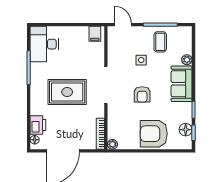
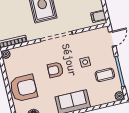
plant: (187, 60) -> (119, 96), moved
armchair: (154, 134) -> (24, 88), turned 90

